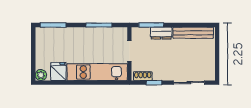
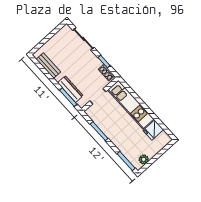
dresser: (161, 33) -> (70, 89), width x1.44
bench: (193, 33) -> (48, 65), width x0.73
plant: (41, 75) -> (144, 159), moved

